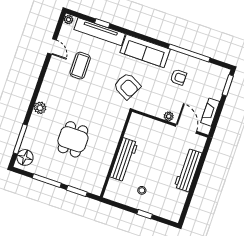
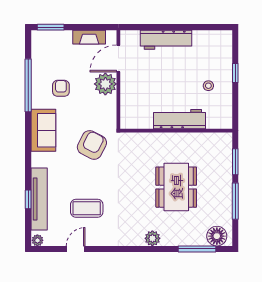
sofa: (145, 51) -> (43, 130), width x0.73
plant: (169, 116) -> (105, 84), width x1.87, depth x1.87
dining table: (73, 139) -> (176, 187), width x1.38

